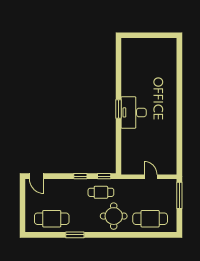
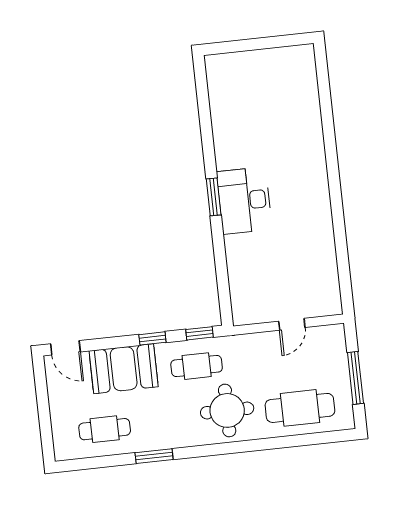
door: (151, 177) -> (292, 324), swing flipped
booth: (64, 190) -> (124, 369), added
window: (179, 195) -> (355, 378), moved
cafe table: (52, 219) -> (105, 429), width x0.73, depth x0.74

